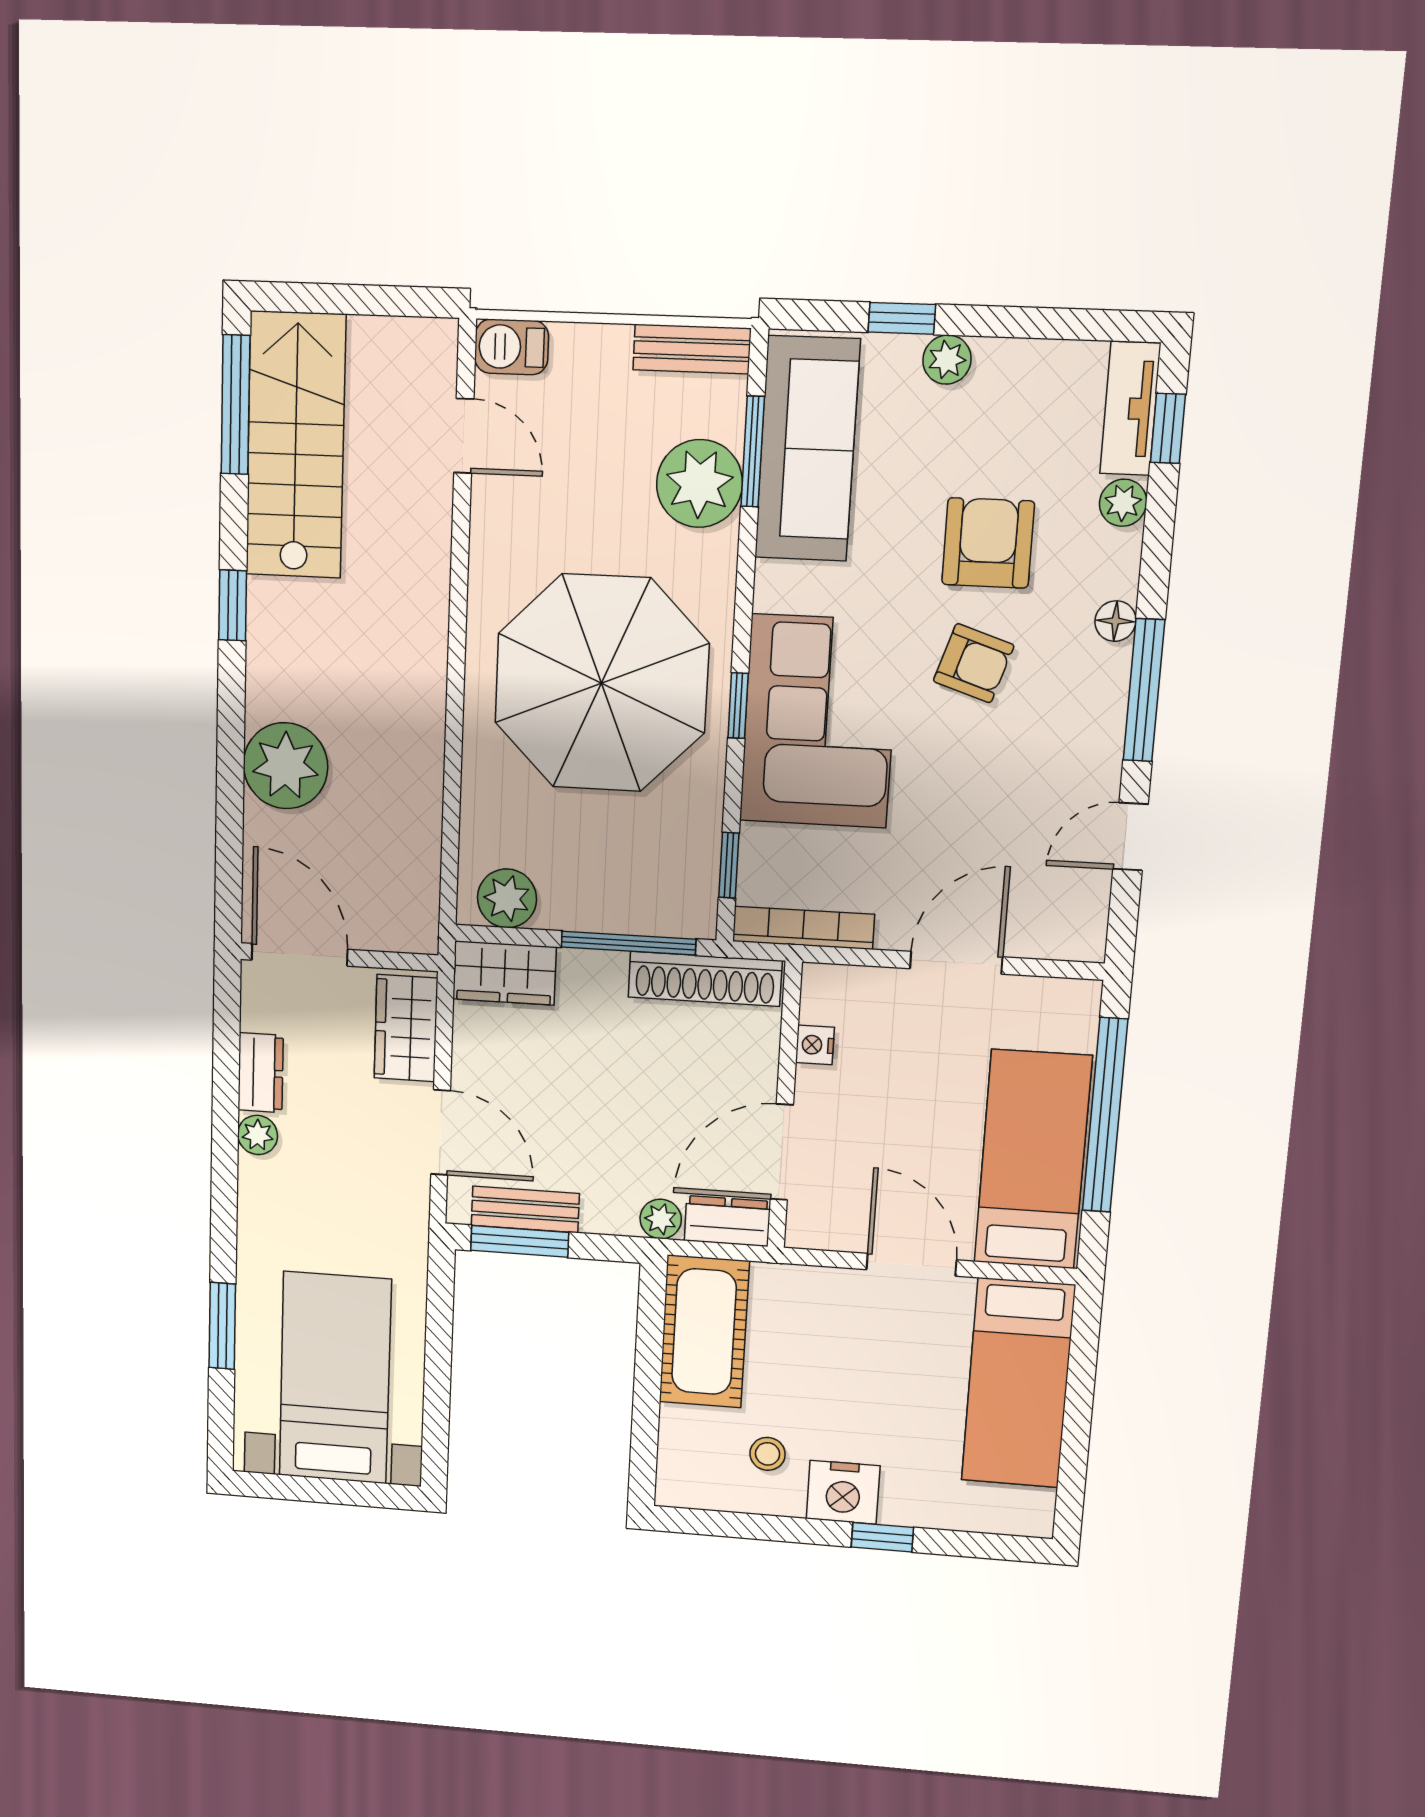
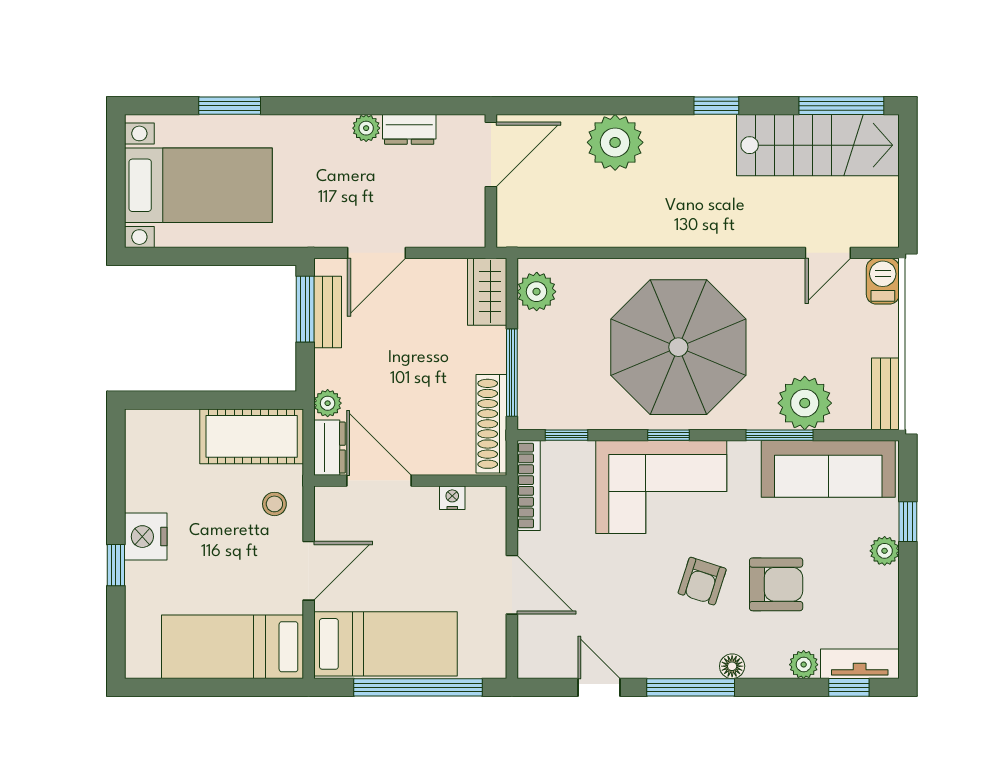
window: (753, 452) -> (779, 435), moved
wardrobe: (406, 1028) -> (446, 227), removed
stool: (768, 1454) -> (274, 504), moved

